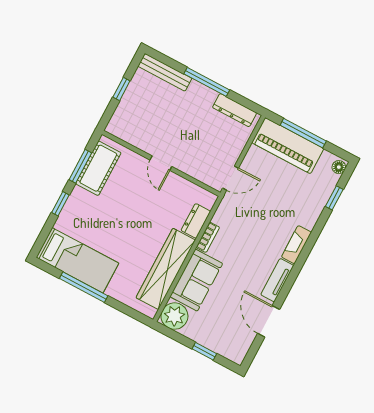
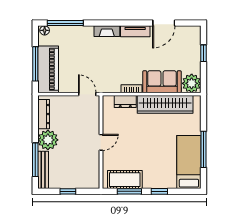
window: (207, 82) -> (35, 160), moved
plant: (199, 98) -> (48, 140), added
window: (334, 198) -> (65, 23), width x2.17

